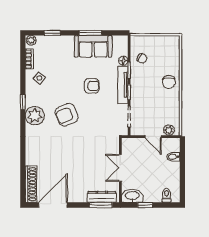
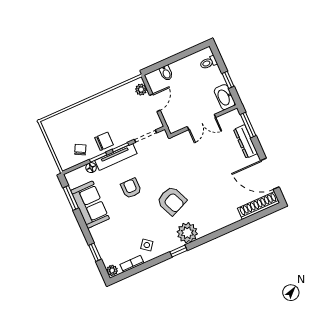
window: (90, 33) -> (71, 198), moved
chair: (169, 82) -> (104, 141), moved
dresser: (102, 197) -> (246, 141), moved

